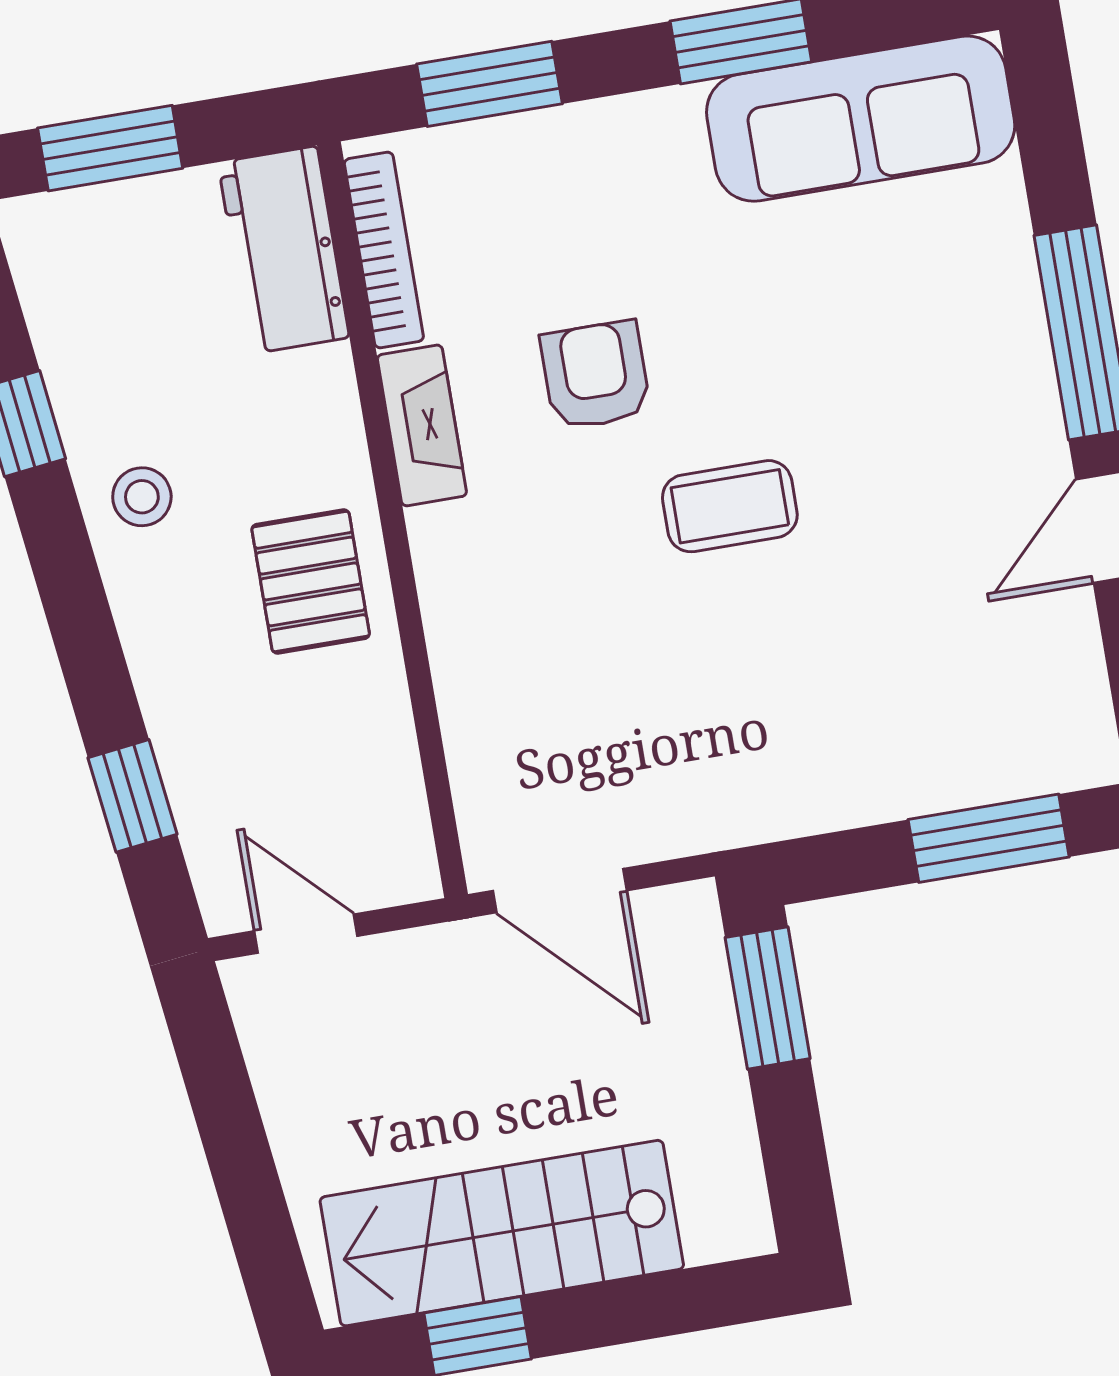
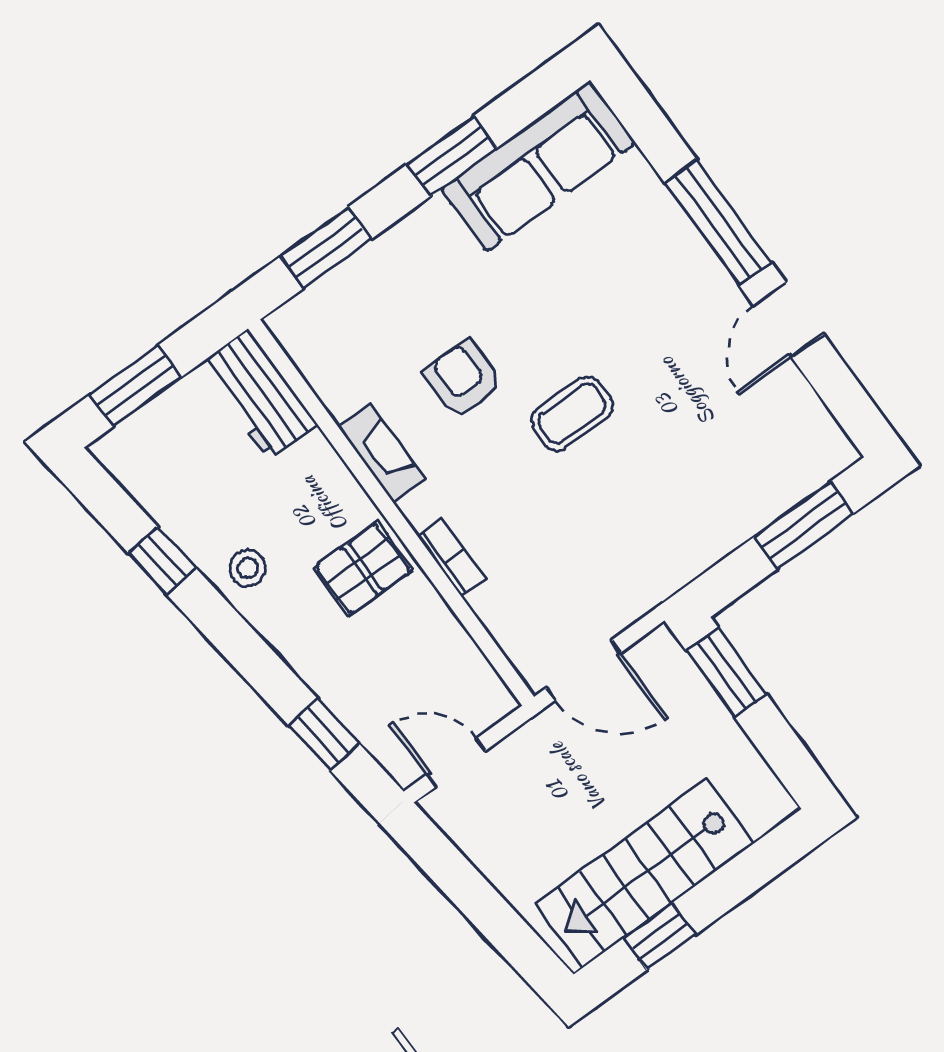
bookcase: (384, 250) -> (452, 558), moved, width x0.64
pallet: (311, 581) -> (363, 569), turned 90

